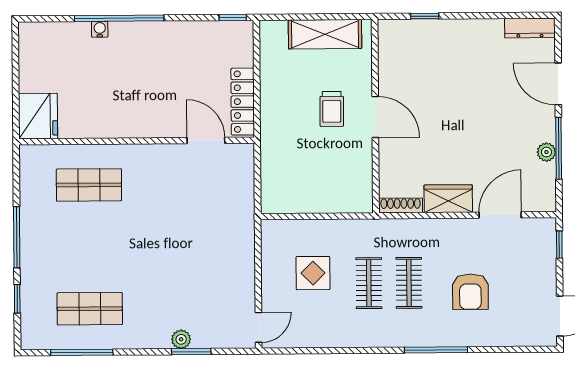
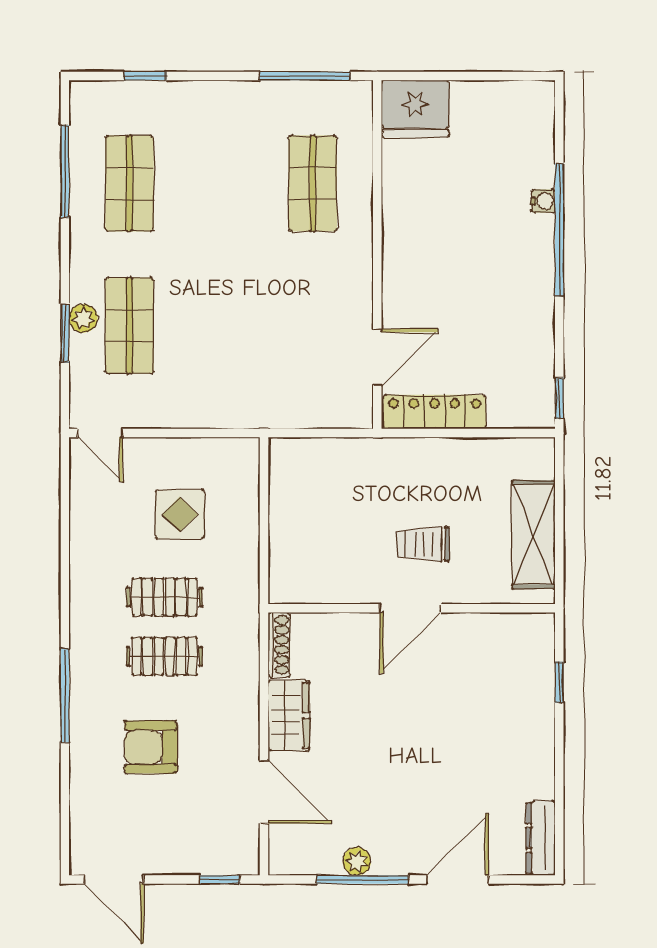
window: (17, 237) -> (305, 76), moved
shop shelf: (186, 308) -> (129, 326), added

